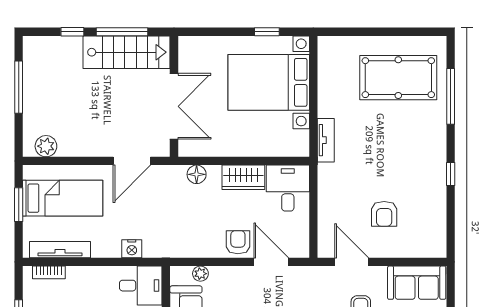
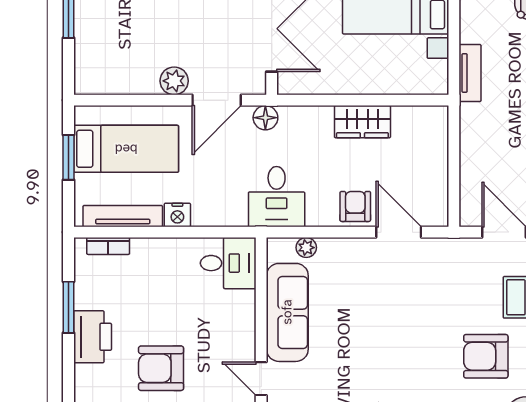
plant: (46, 146) -> (174, 81), moved
floor lamp: (197, 174) -> (265, 118), moved
desk: (288, 188) -> (277, 197), moved, turned 180
nightstand: (132, 249) -> (177, 215), moved

